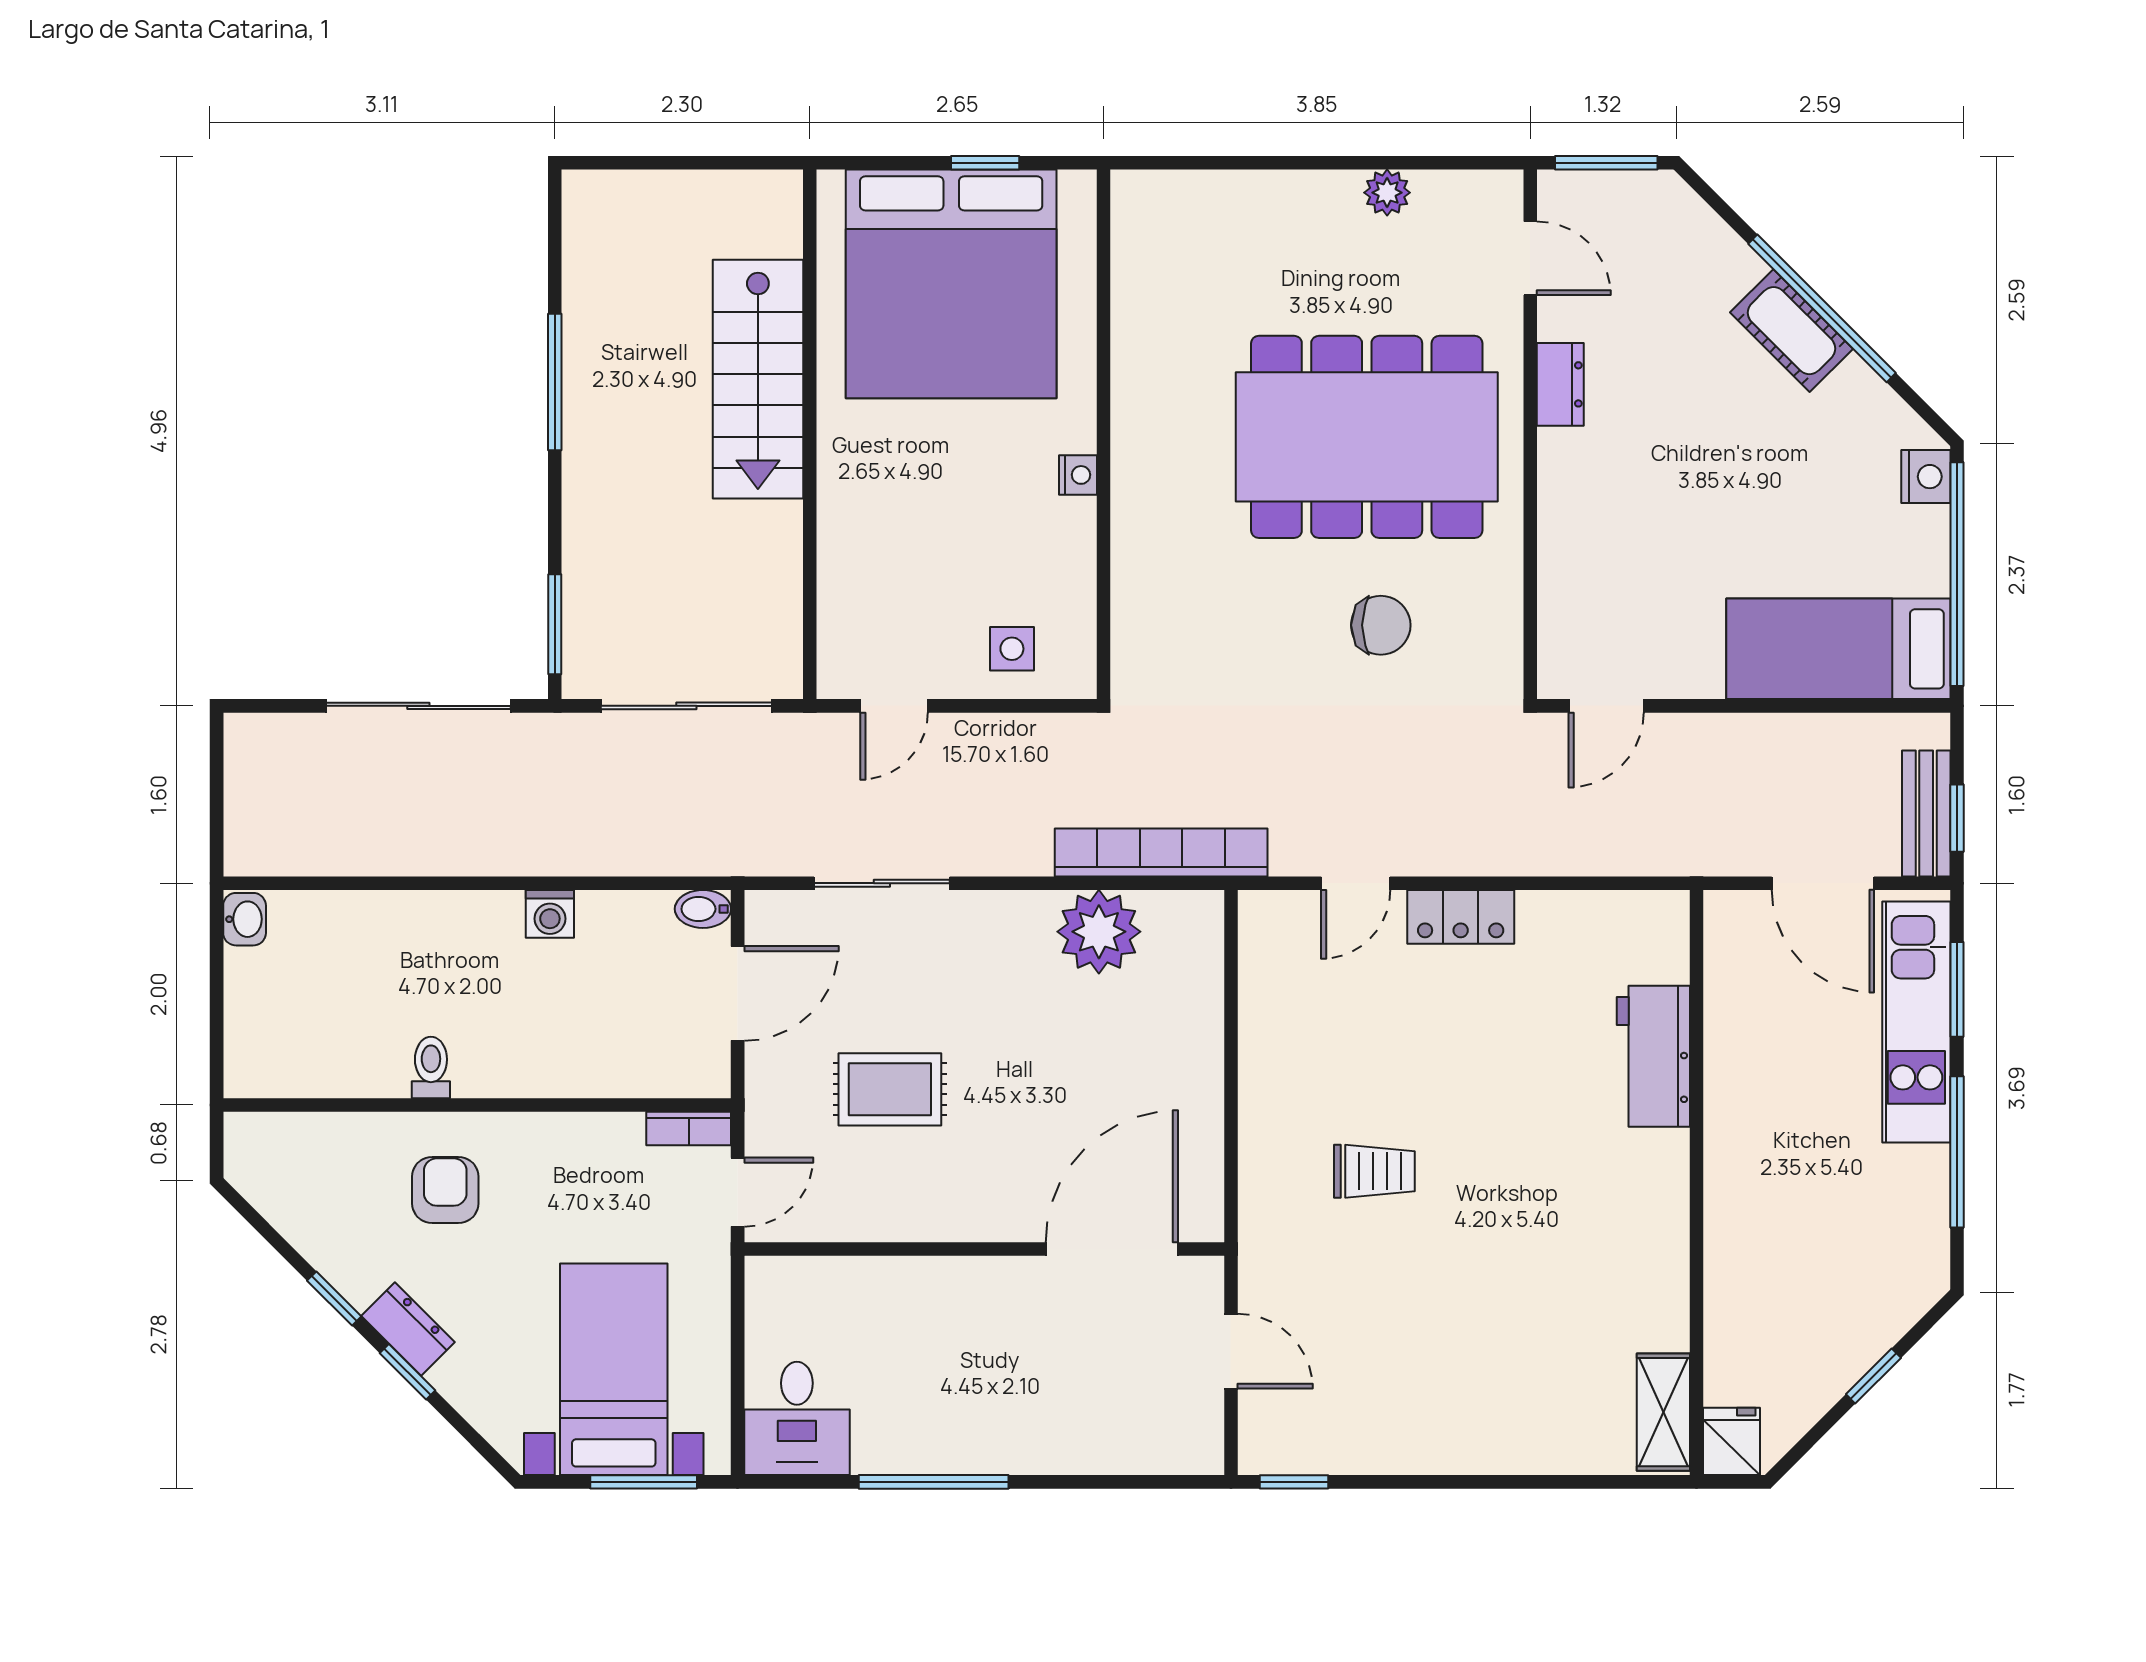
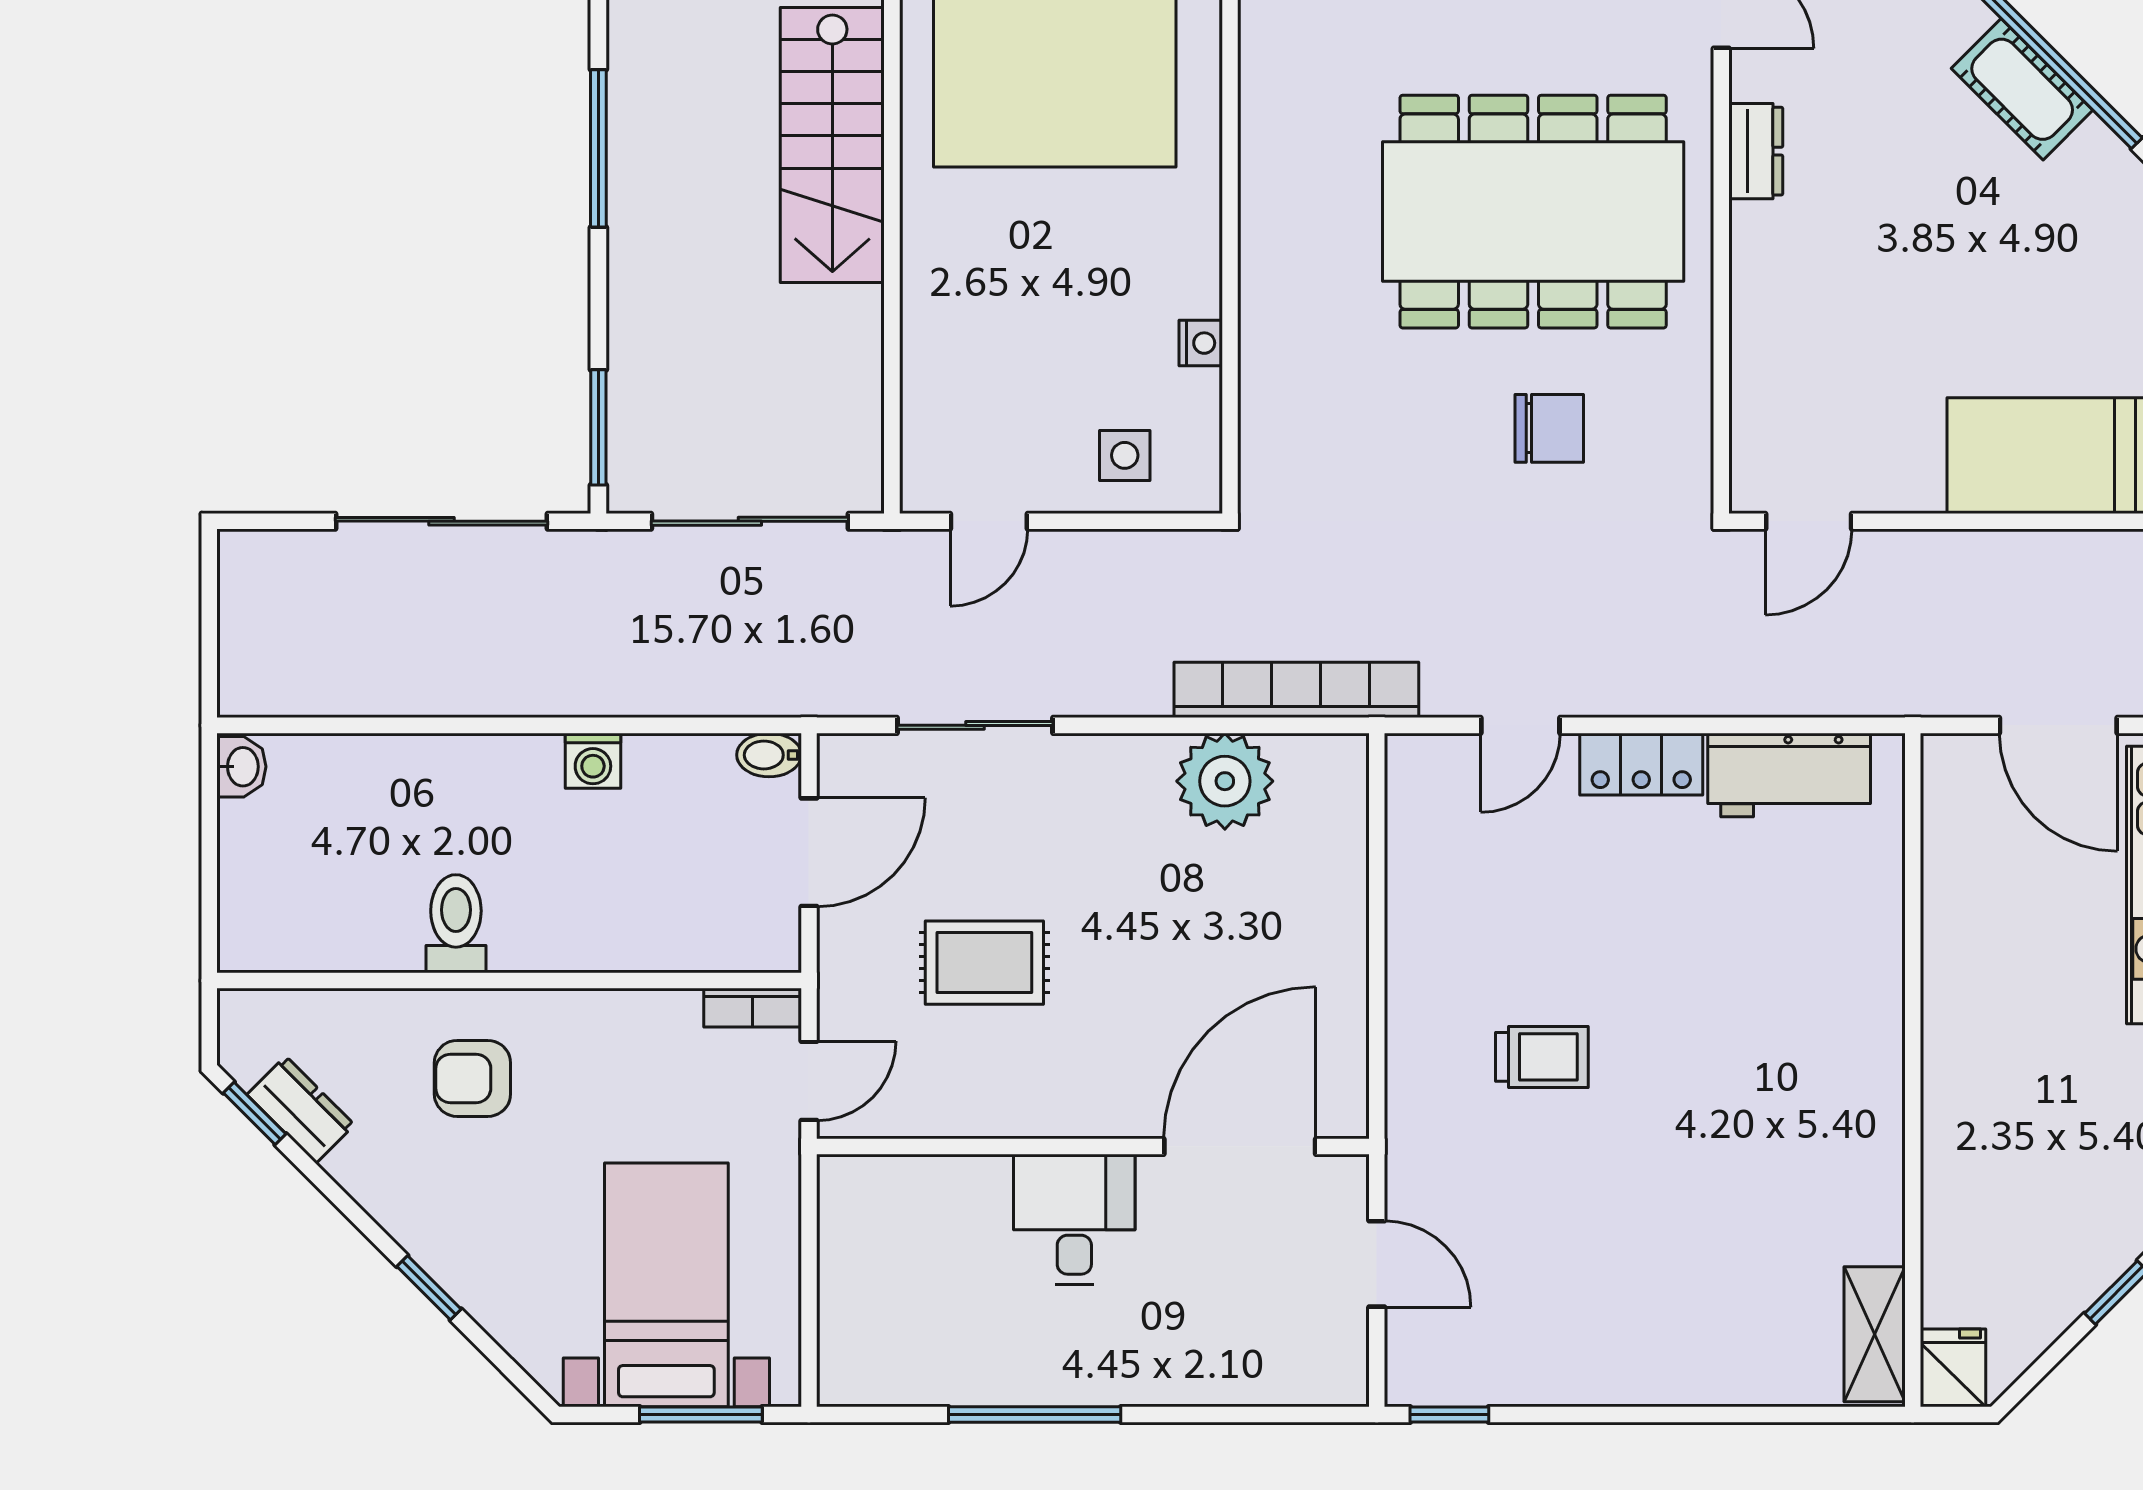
nightstand: (1078, 475) -> (1201, 343), moved
workbench: (1653, 1056) -> (1789, 775), moved, turned -90
toilet: (431, 1067) -> (456, 924), width x1.37, depth x1.39
armchair: (445, 1190) -> (472, 1078), turned -90
window: (334, 1298) -> (255, 1113), moved
dresser: (408, 1329) -> (301, 1110), moved
desk: (797, 1418) -> (1074, 1219), moved, turned 180

